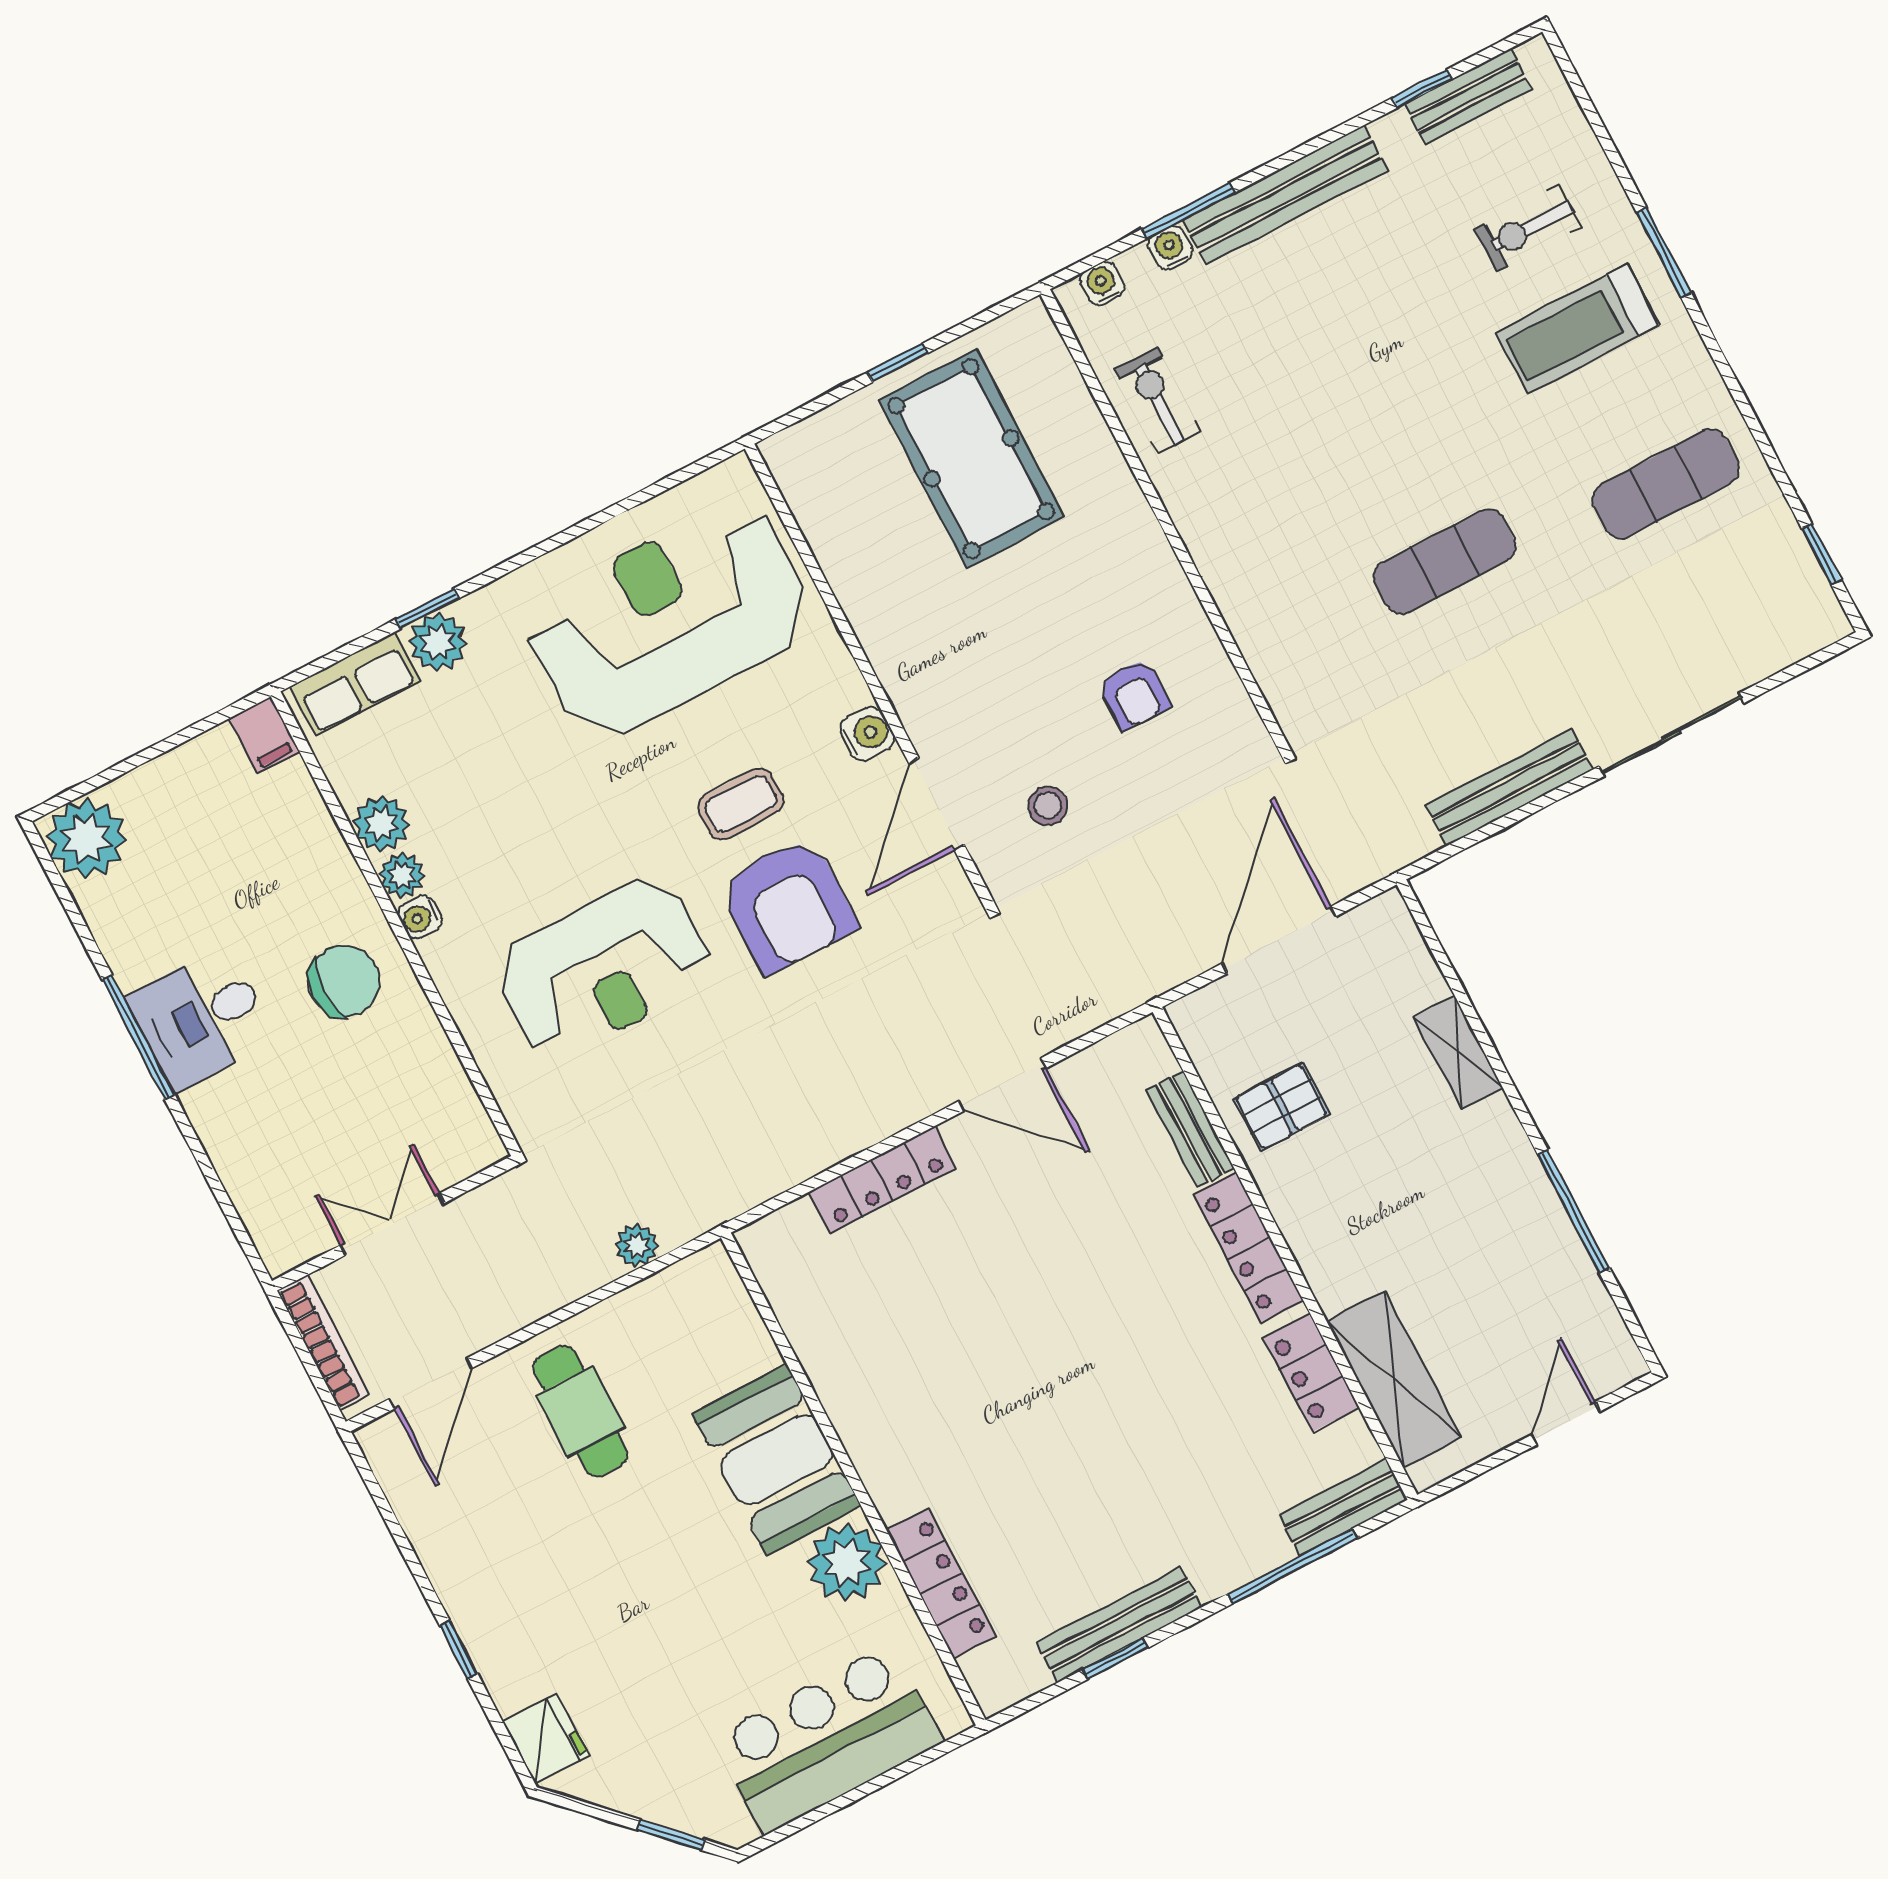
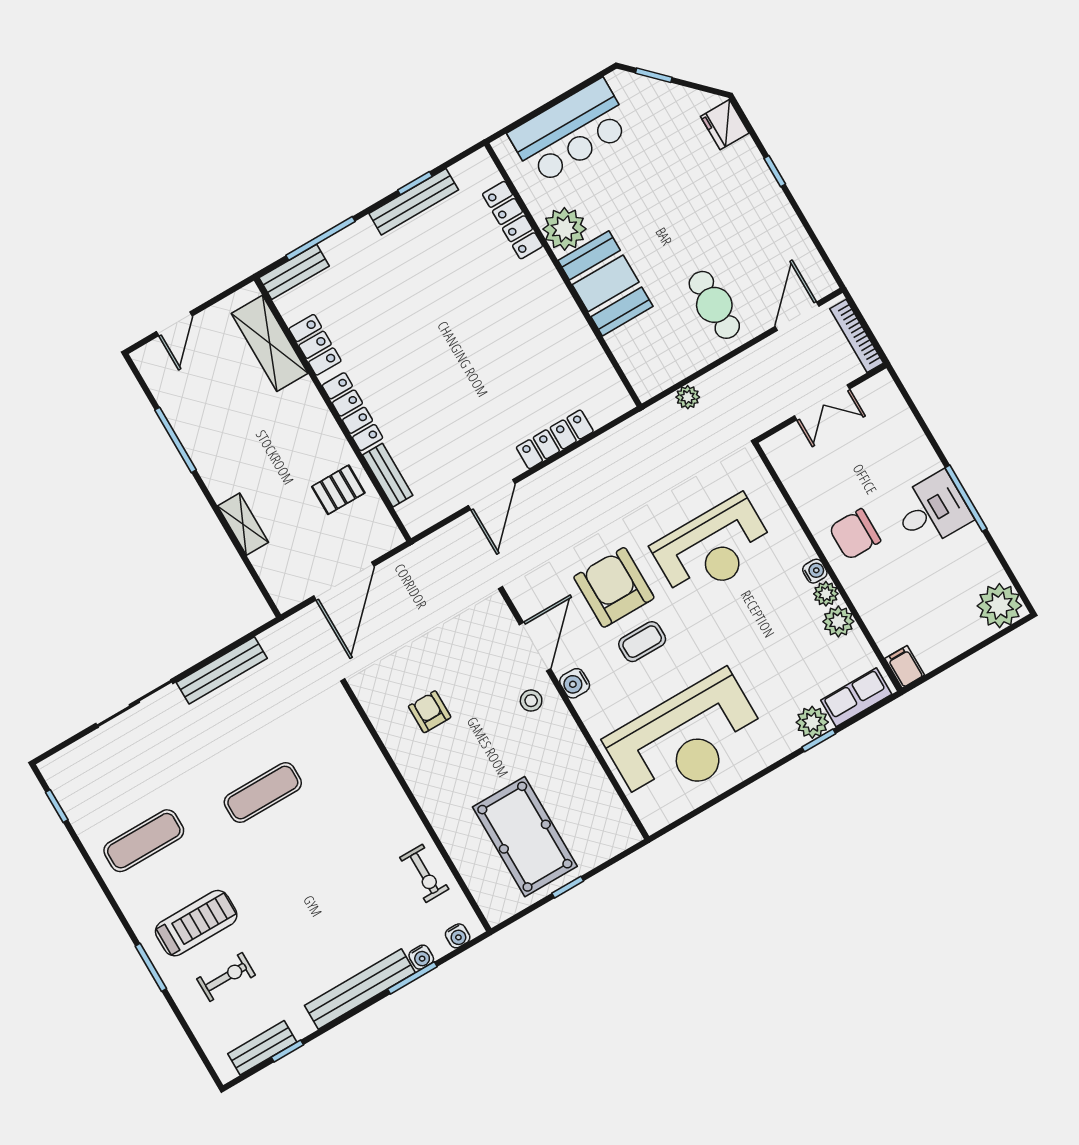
stool: (1048, 806) -> (531, 701), moved
reception desk: (603, 968) -> (713, 548), turned 180
door: (1002, 1085) -> (492, 495), swing flipped

